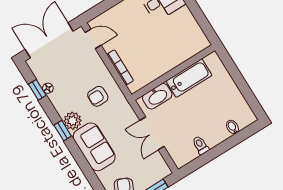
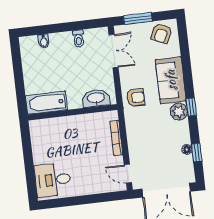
bathtub: (189, 78) -> (46, 103), moved
armchair: (98, 96) -> (136, 98), moved
double door: (152, 133) -> (114, 51), moved

